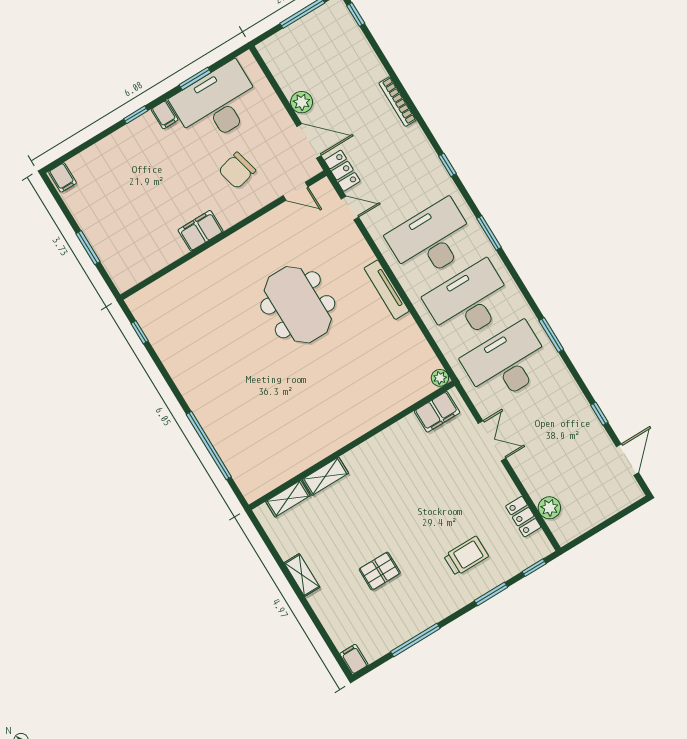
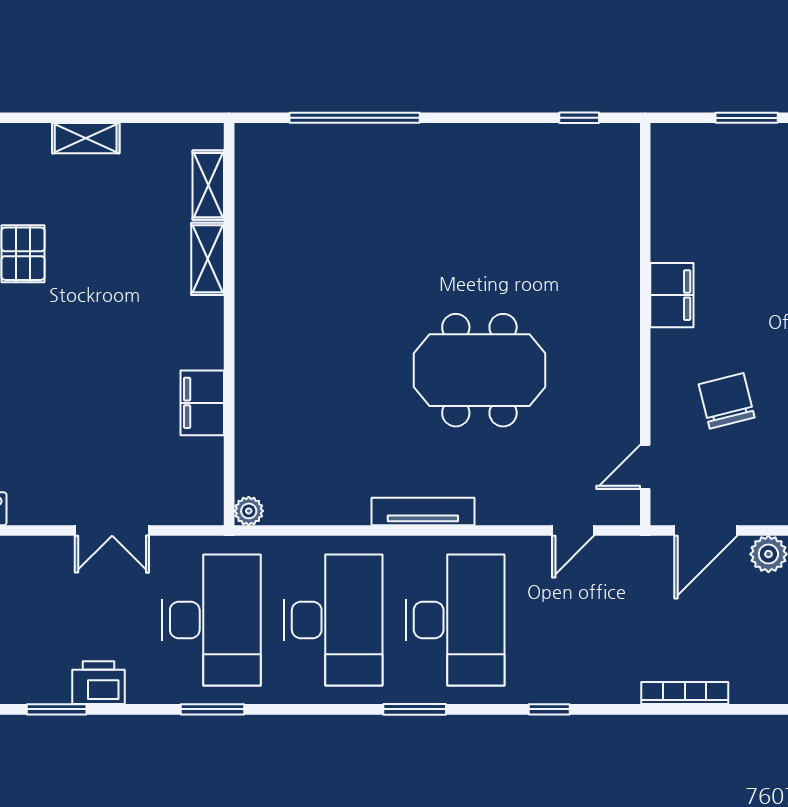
locker: (342, 171) -> (634, 552), removed
printer: (573, 401) -> (99, 683), added
filing cabinet: (437, 412) -> (202, 403), moved
window: (599, 414) -> (57, 709), width x1.50

